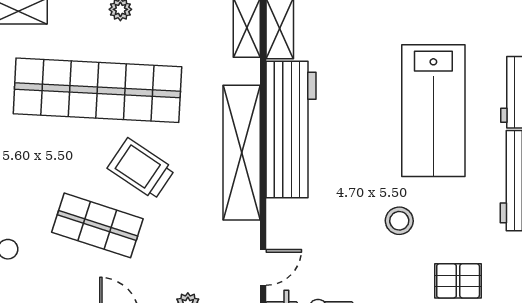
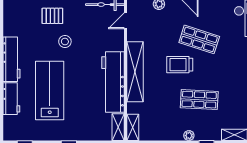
shop shelf: (97, 90) -> (199, 100), width x0.50, depth x0.74
trolley: (141, 169) -> (180, 65), turned 146
pallet: (458, 281) -> (52, 16), moved

